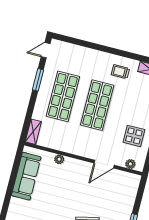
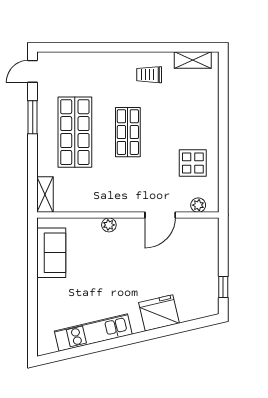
shop shelf: (97, 105) -> (128, 132), width x0.70, depth x0.74
plant: (59, 159) -> (109, 225), moved
sofa: (26, 176) -> (51, 253), width x0.73

